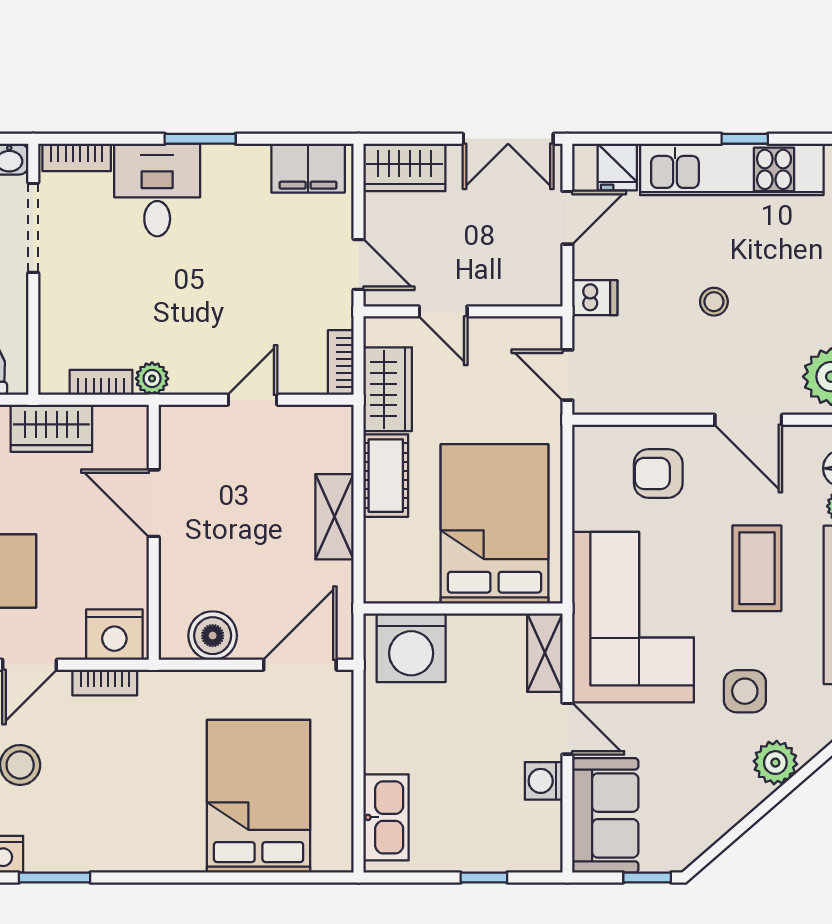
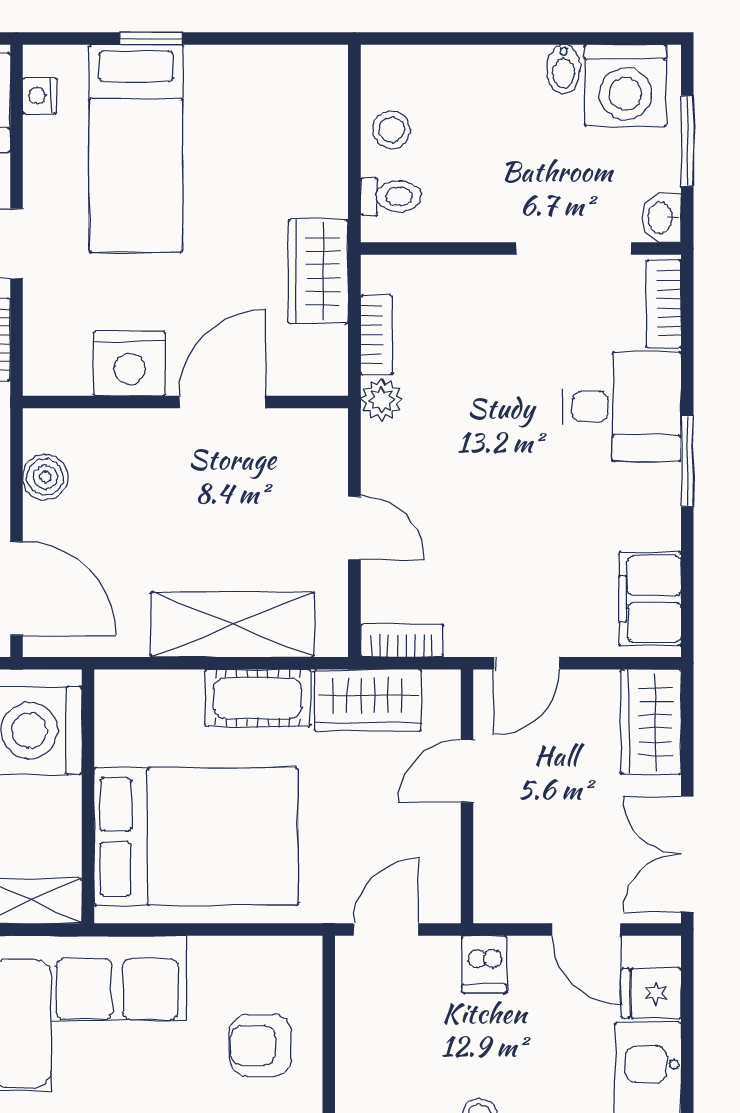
armchair: (658, 473) -> (260, 1045), turned -90
shelving: (335, 517) -> (232, 624), width x1.50, depth x1.33
nightstand: (114, 635) -> (129, 364), moved, turned -90
boiler: (213, 636) -> (45, 477), width x0.73, depth x0.73

